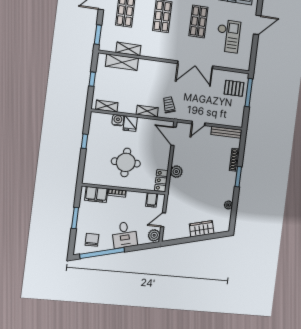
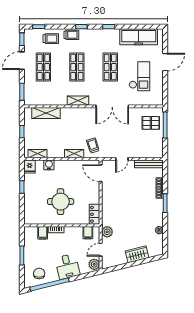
shelving: (128, 49) -> (78, 101), moved
fridge: (130, 124) -> (30, 167), moved
plant: (176, 172) -> (107, 232), moved
filing cabinet: (96, 194) -> (43, 233), width x0.50

